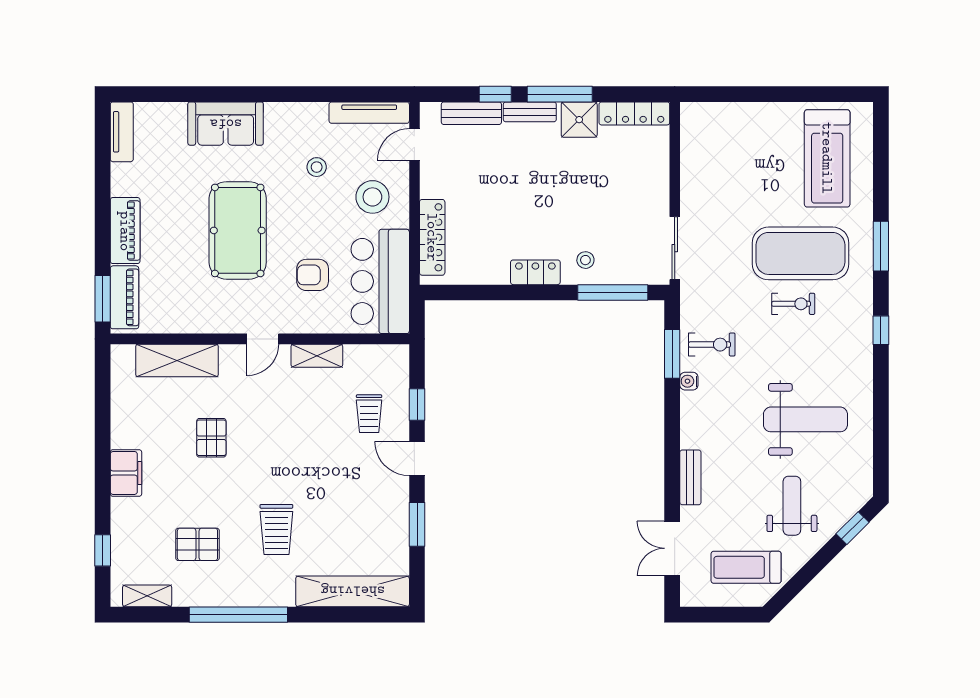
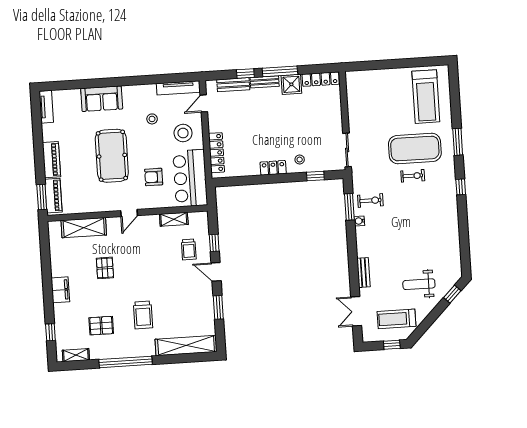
window: (613, 292) -> (315, 176), width x0.46
shelving: (317, 356) -> (174, 219), moved
weight bench: (805, 419) -> (423, 237), removed
weight bench: (792, 506) -> (419, 284), turned -90
window: (734, 615) -> (392, 345), added

